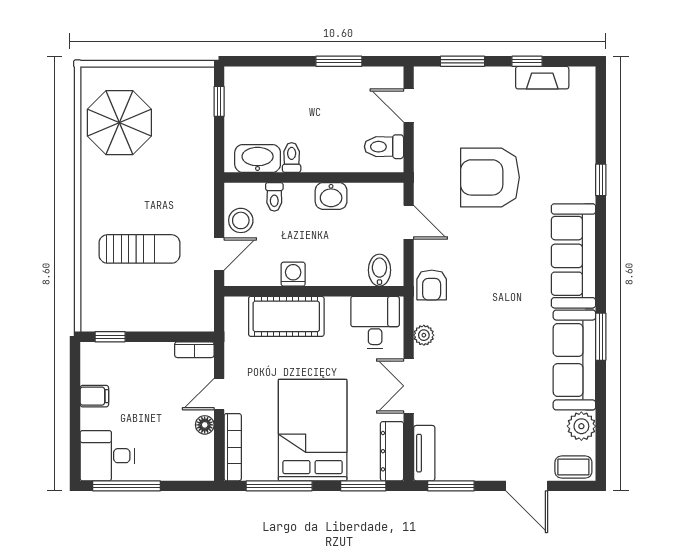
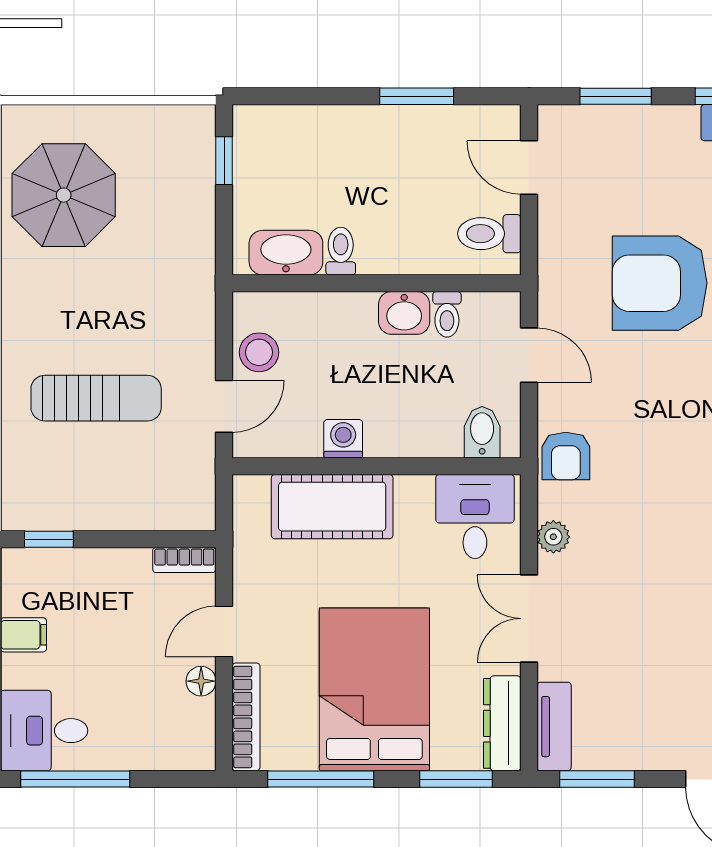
toilet: (274, 197) -> (447, 314), moved

